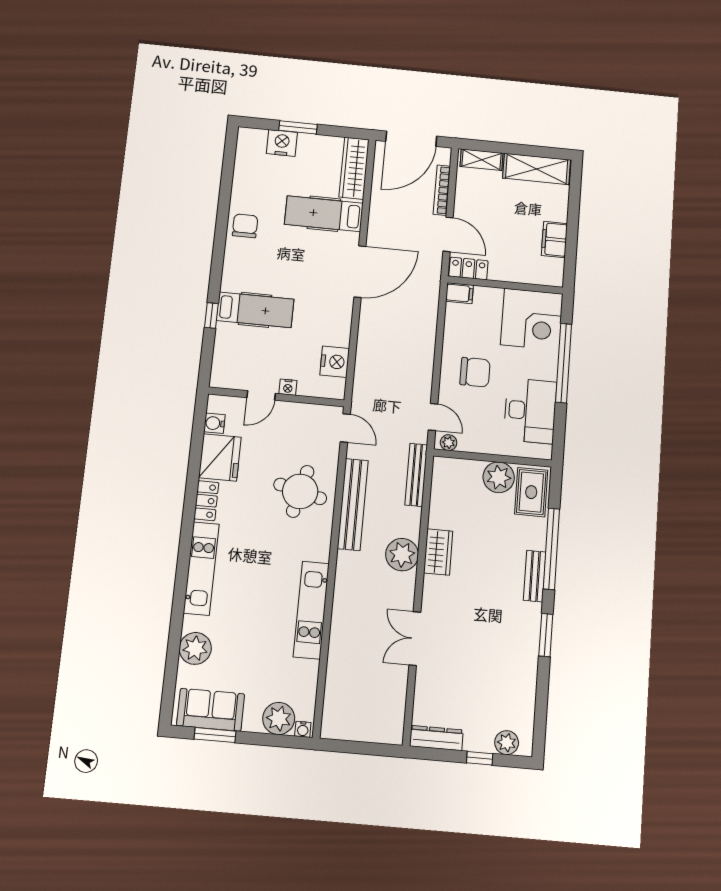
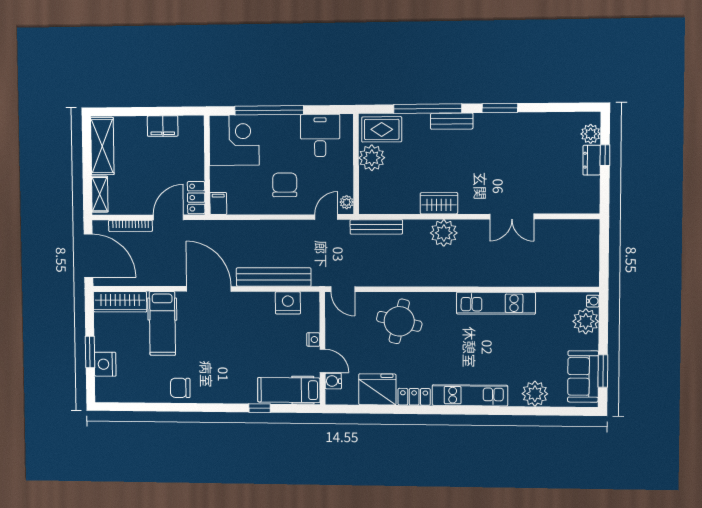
hospital bed: (255, 310) -> (289, 390), moved, turned -90
desk: (530, 411) -> (320, 136), width x0.73
water cooler: (214, 423) -> (333, 381), moved, turned 90
door: (345, 428) -> (343, 289), swing flipped
bench: (353, 504) -> (274, 277), moved
dresser: (436, 738) -> (592, 160), moved, width x0.70

